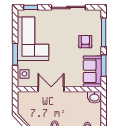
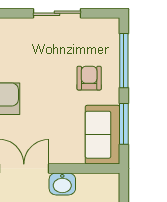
sliding door: (68, 7) -> (57, 13), width x0.73
washbasin: (94, 97) -> (62, 184), moved

